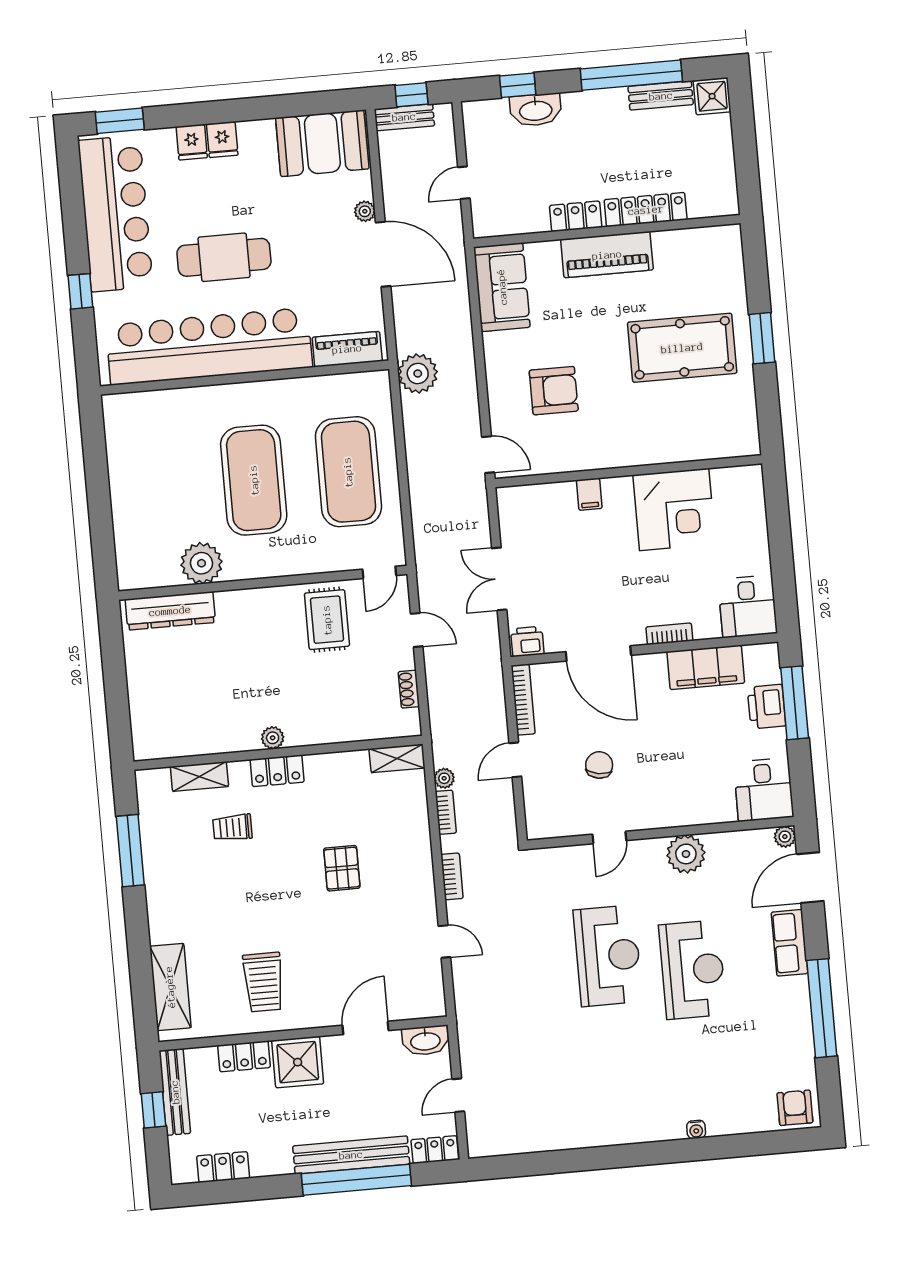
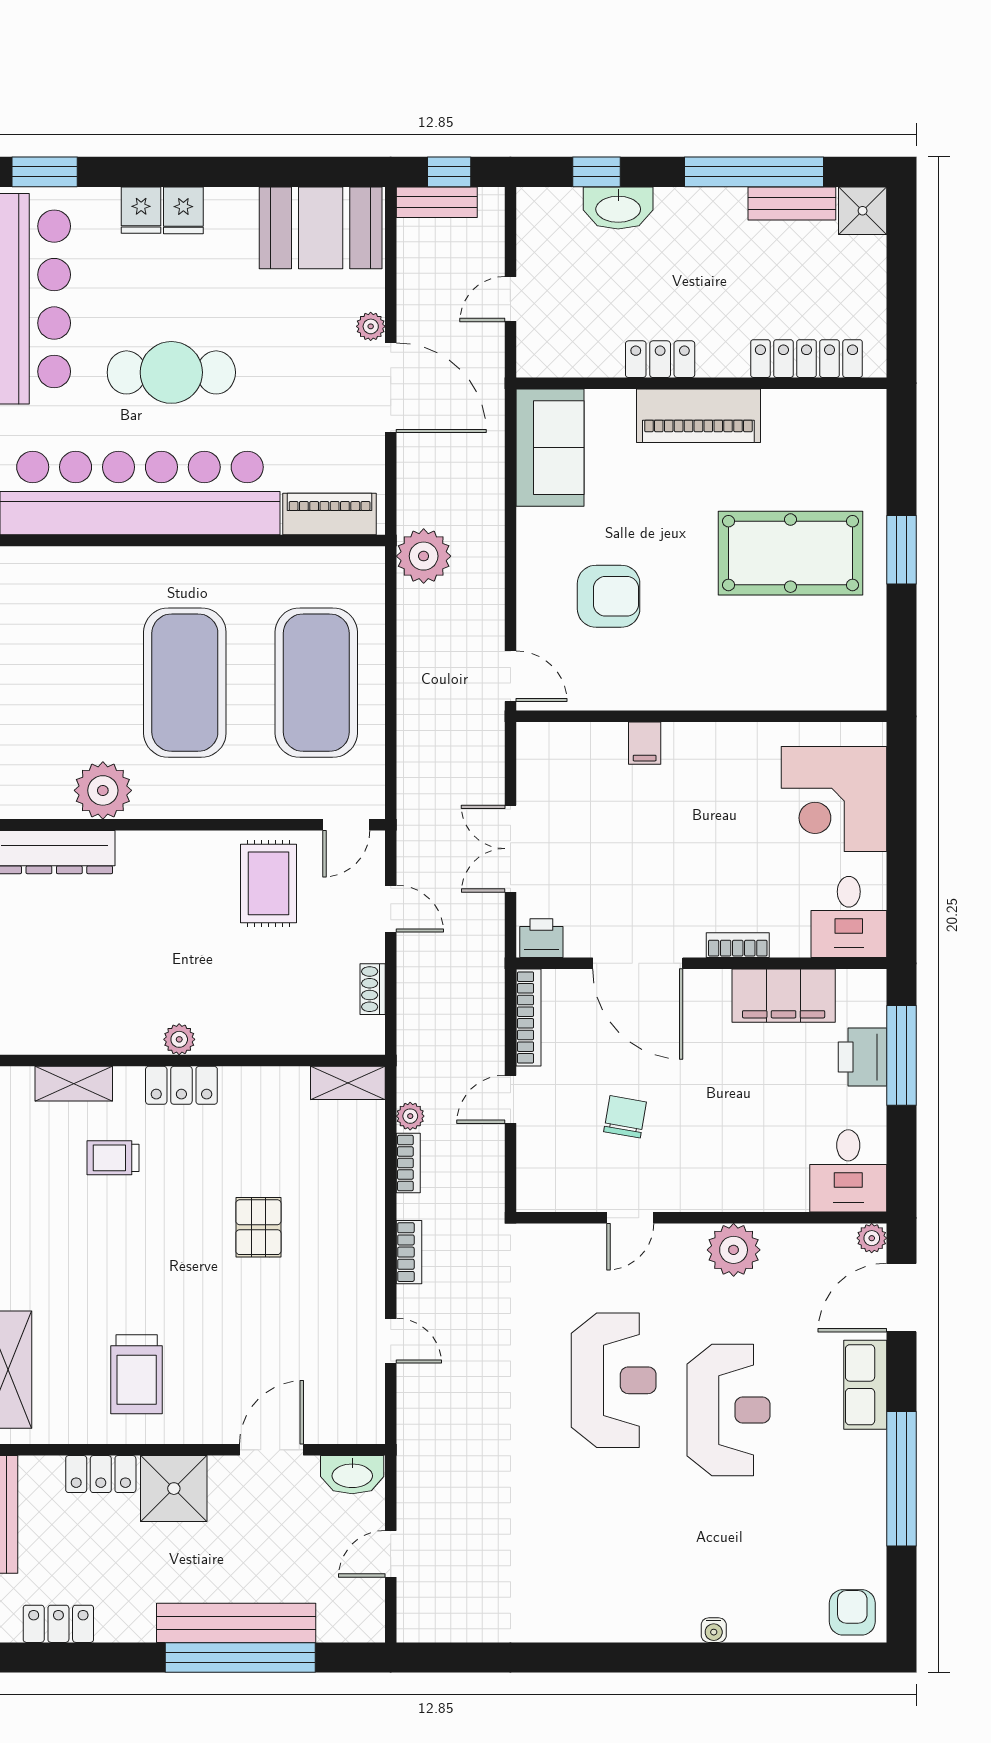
locker: (646, 210) -> (806, 359), moved
corner desk: (674, 509) -> (834, 799), moved, turned 90
locker: (435, 1150) -> (352, 1626), removed

